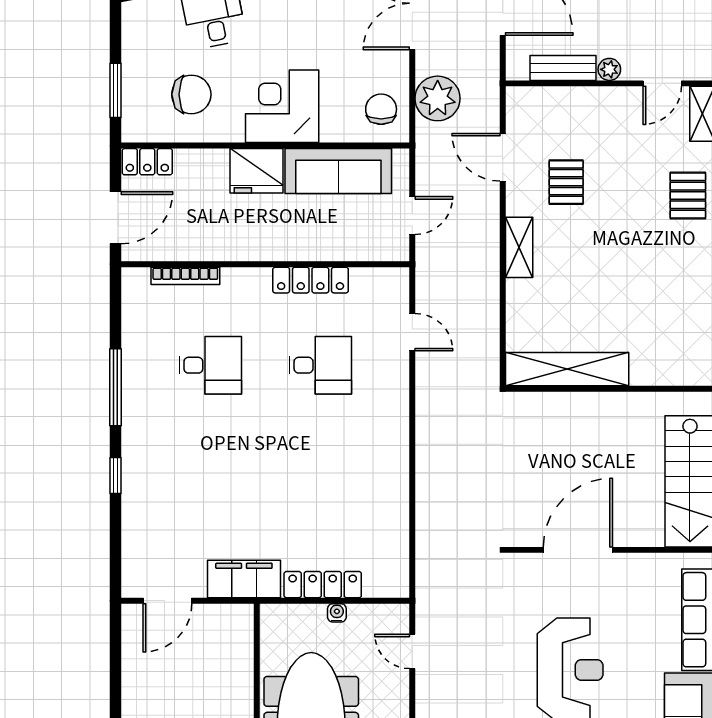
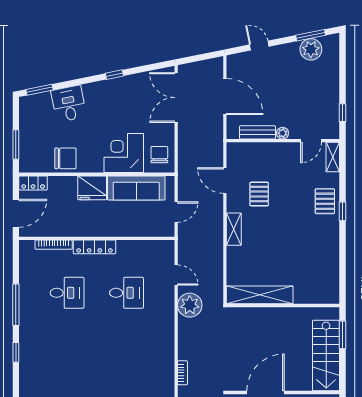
chair: (191, 94) -> (65, 158), moved
plant: (438, 98) -> (190, 305), moved
corner desk: (282, 106) -> (124, 153), moved
locker: (311, 280) -> (94, 247), moved
bookcase: (424, 513) -> (182, 373), added

